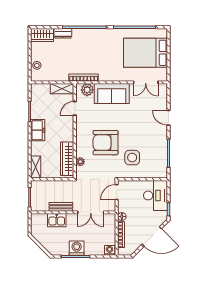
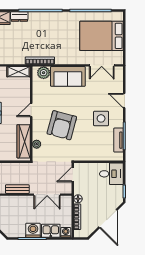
door: (75, 108) -> (31, 110), moved
armchair: (106, 143) -> (62, 125), turned -75
side table: (132, 158) -> (101, 118), moved
tv unit: (163, 158) -> (119, 140), added
desk: (155, 195) -> (111, 174), width x0.73
kitchen sink: (57, 220) -> (51, 231), moved, turned 180
door: (152, 236) -> (108, 219), hinge flipped

